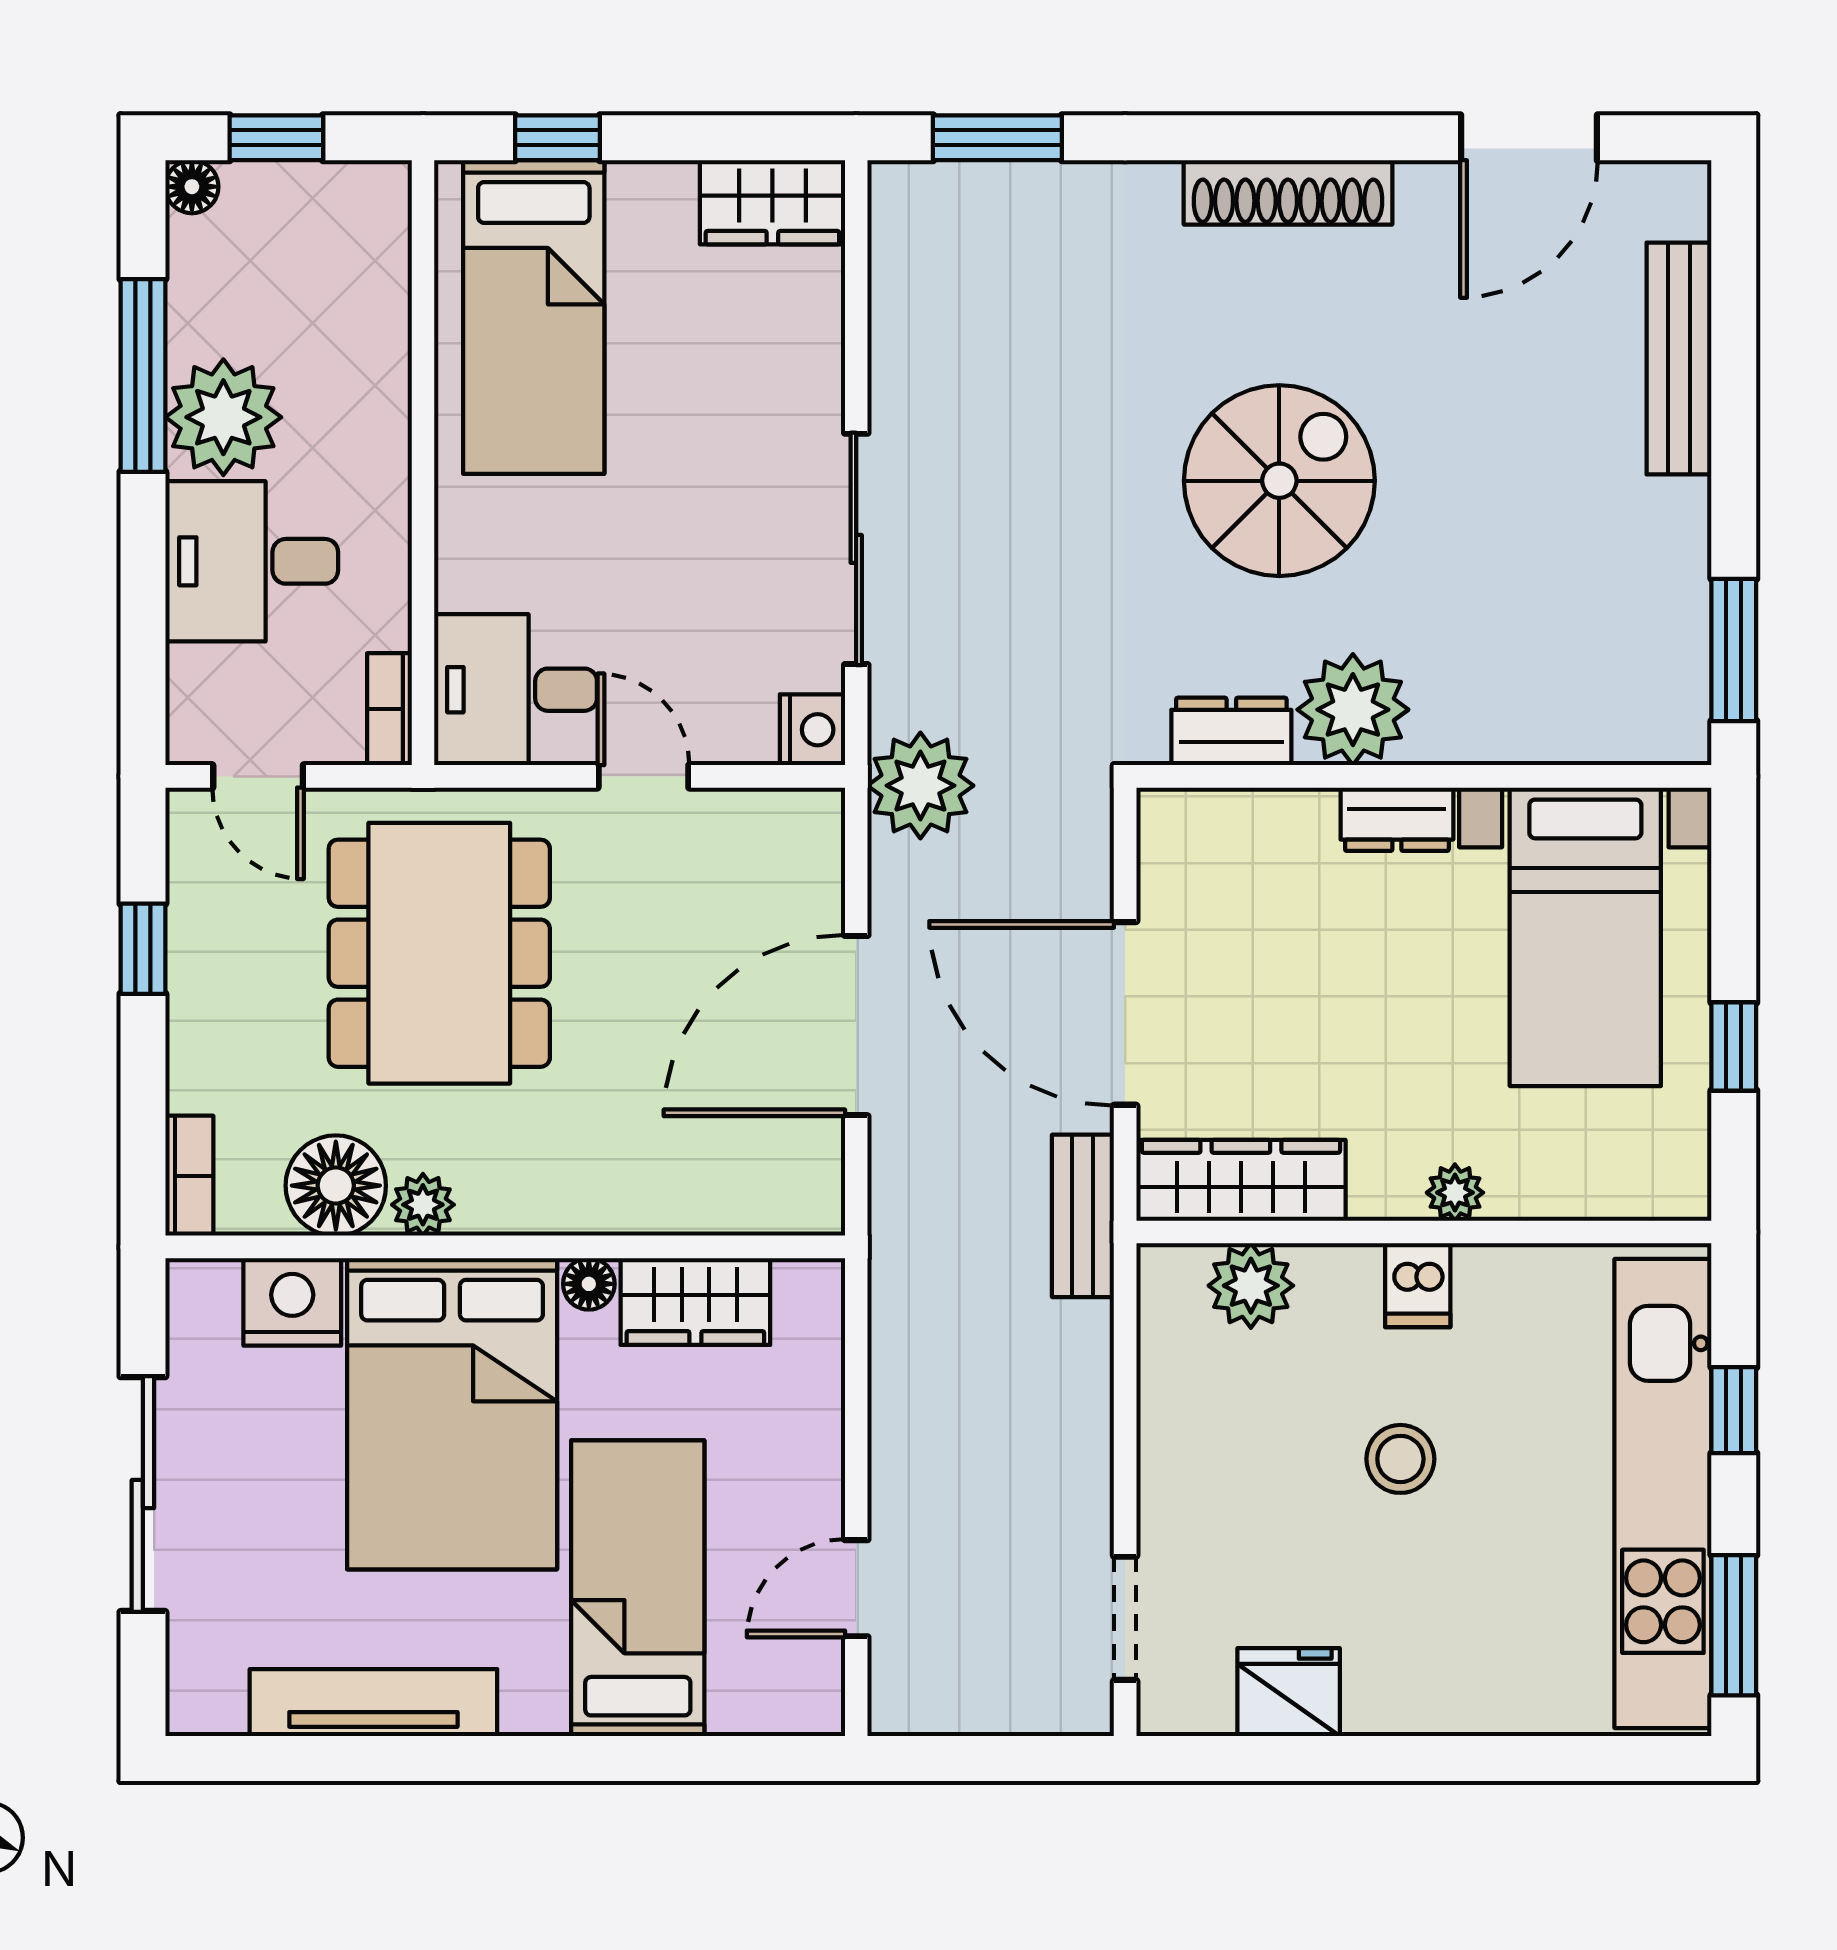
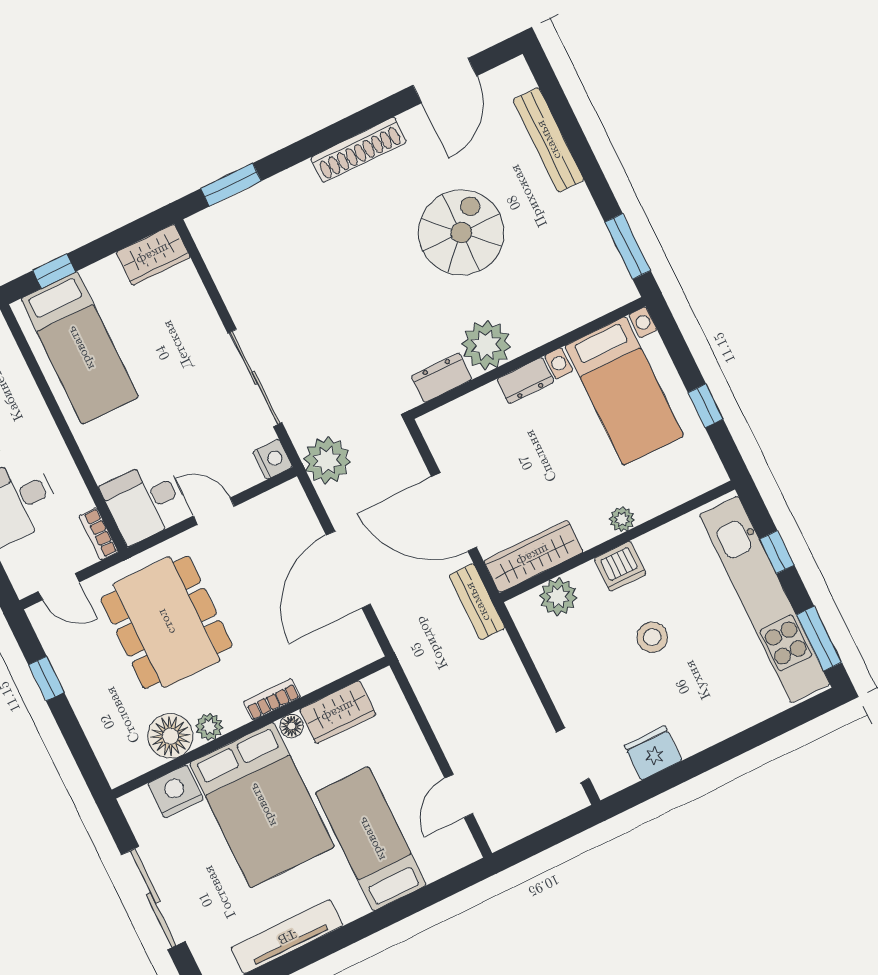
spiral stairs: (1279, 481) -> (461, 233), moved
bookcase: (189, 1176) -> (272, 700), moved, turned -90
dishwasher: (1418, 1285) -> (620, 566), width x1.38

